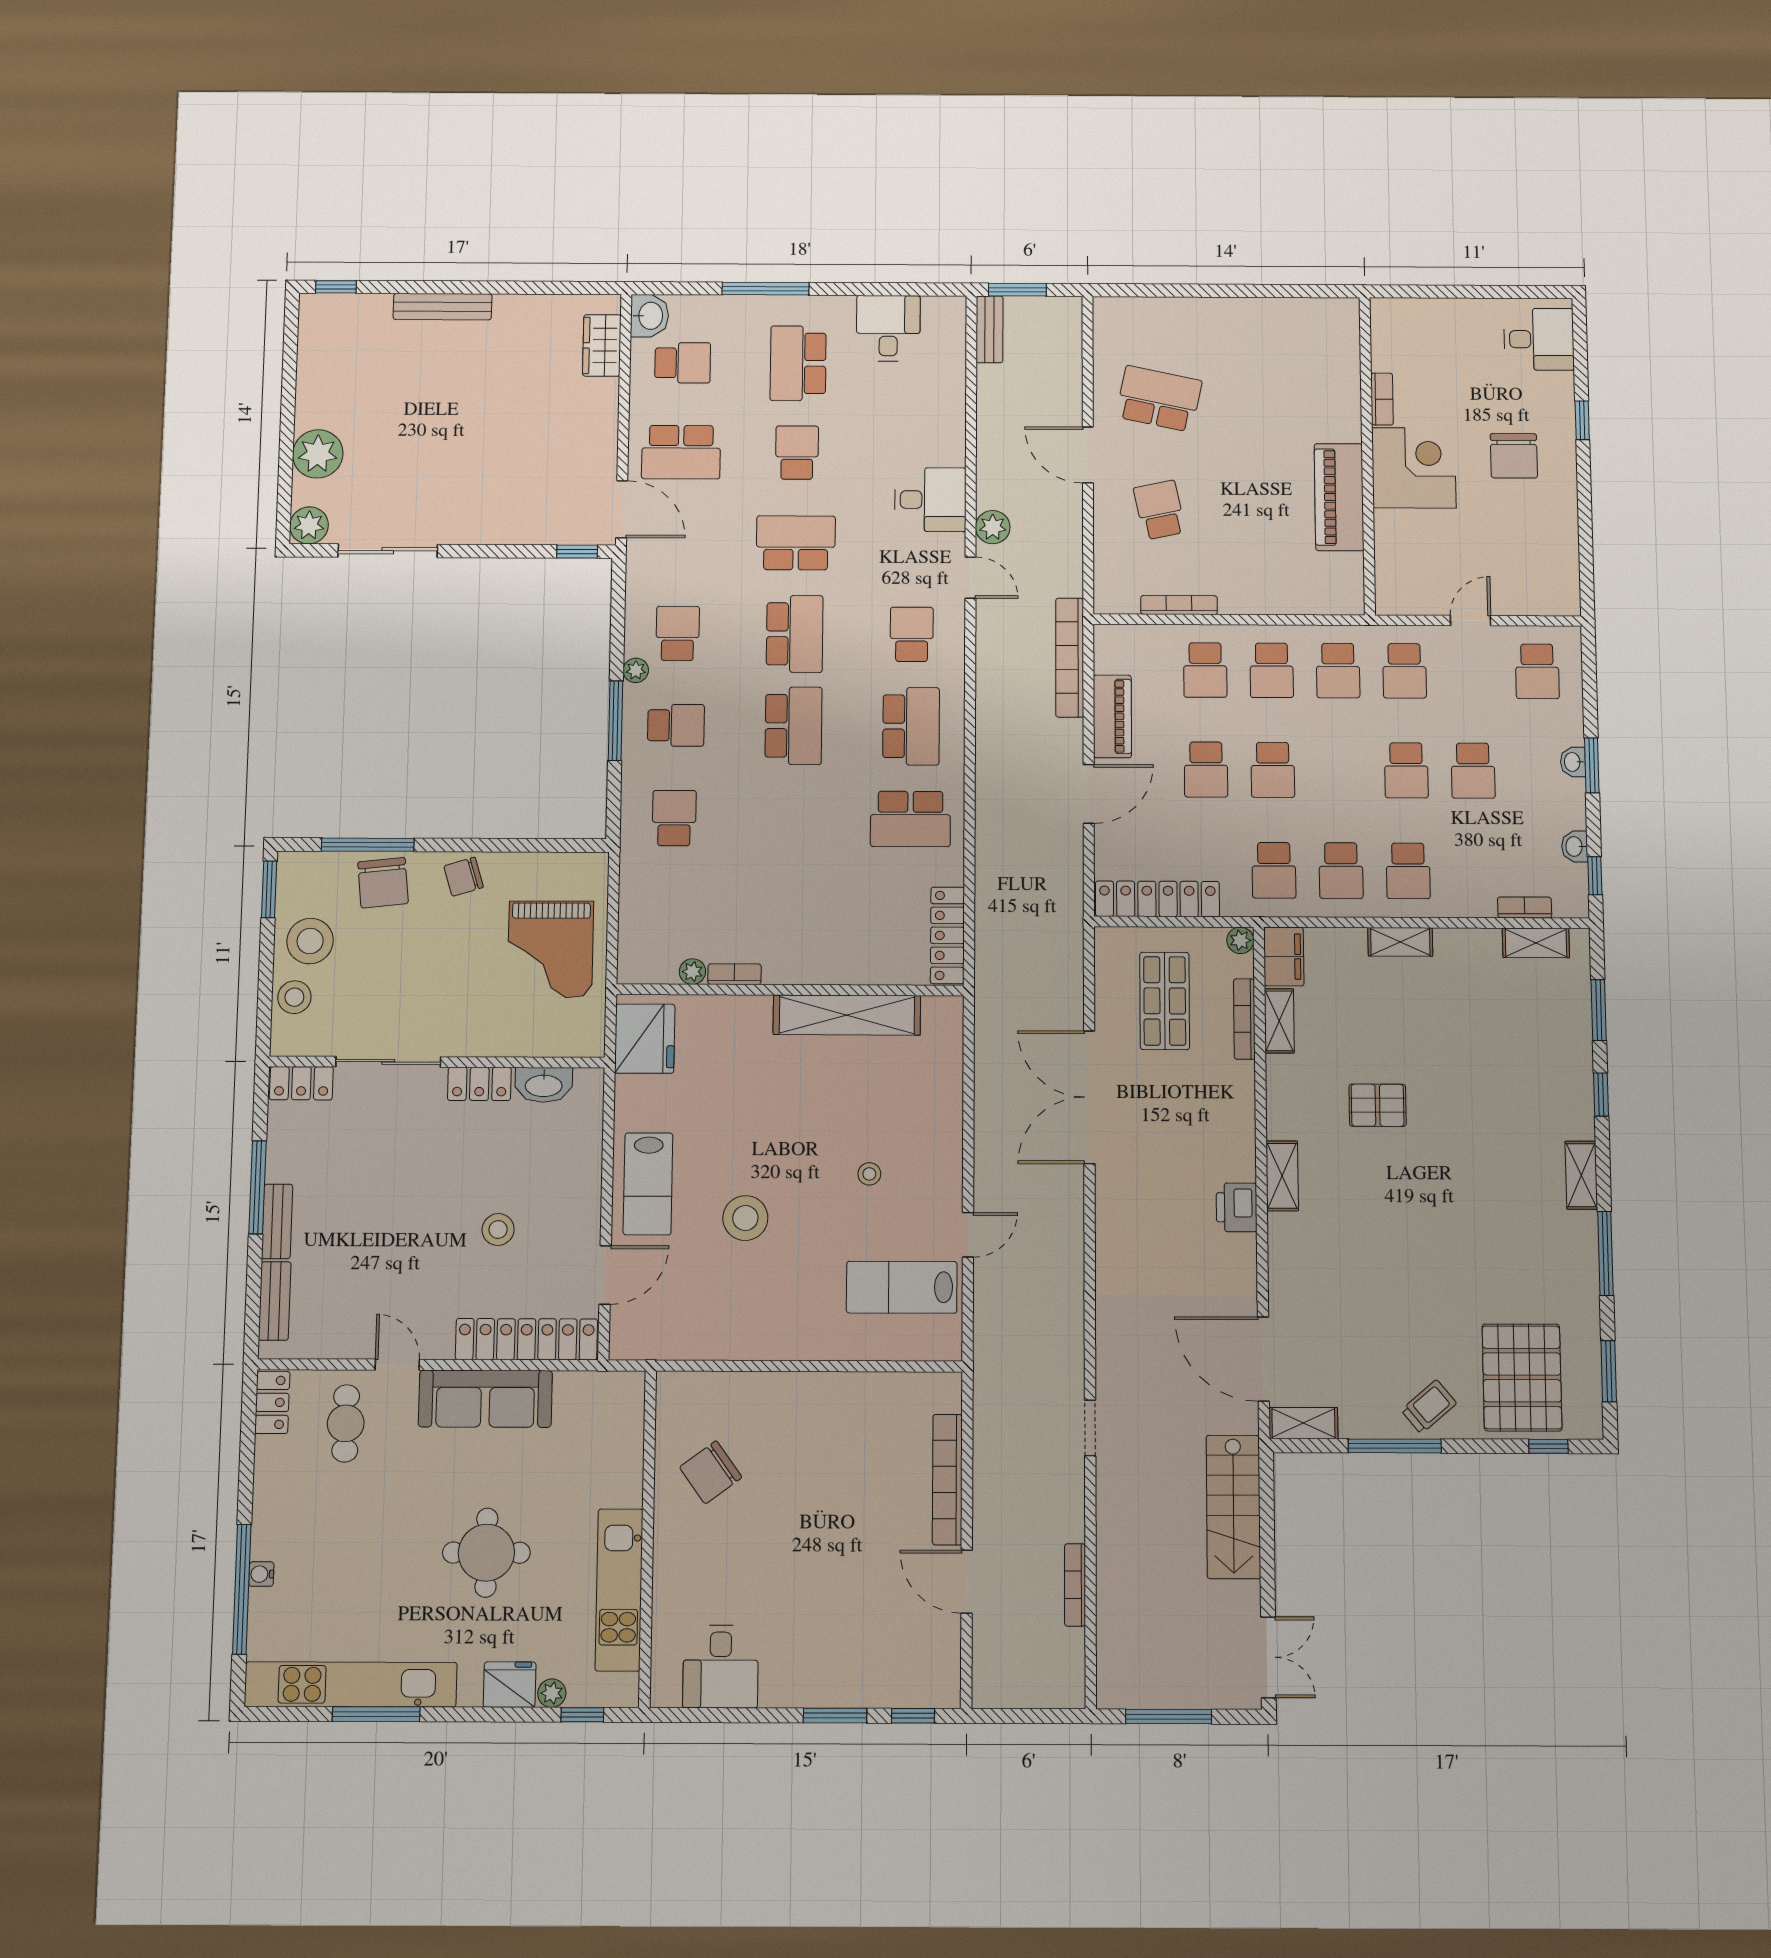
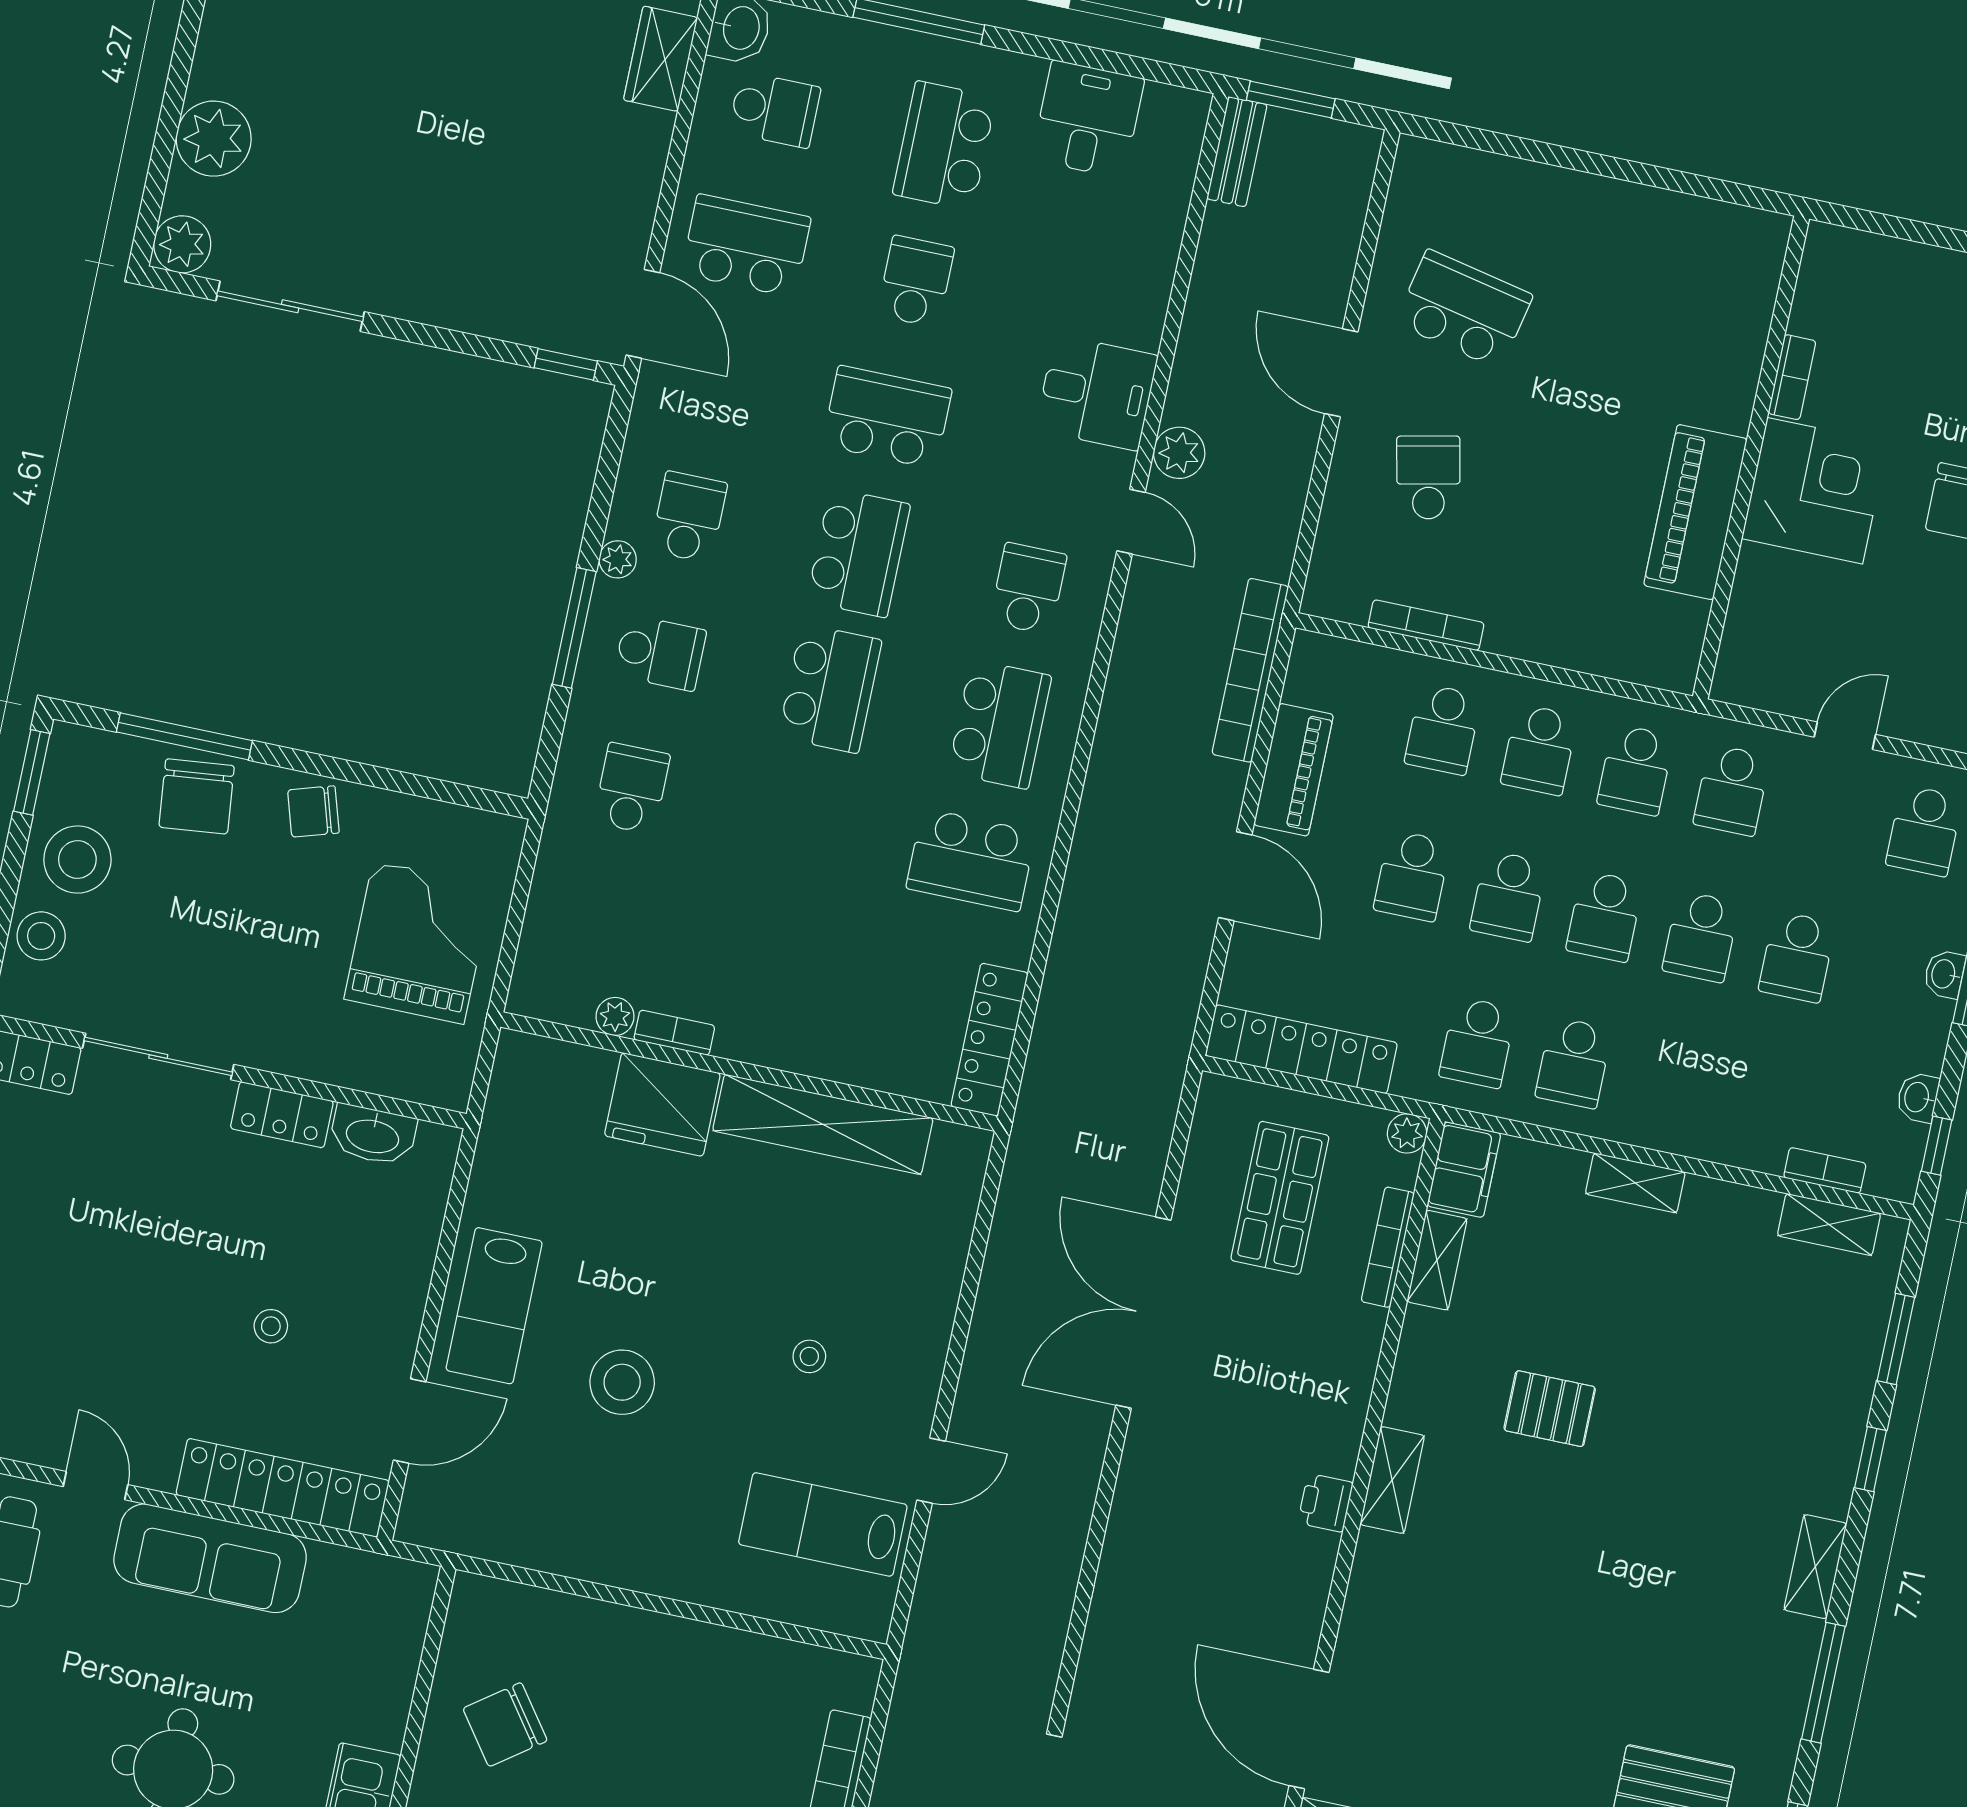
school desk: (681, 452) -> (746, 246), turned 180
door: (1089, 794) -> (1235, 876), hinge flipped
school desk: (1408, 871) -> (1605, 916), moved
grand piano: (550, 949) -> (418, 942), turned 180
fridge: (645, 1039) -> (662, 1104), moved, turned 90
printer: (1237, 1207) -> (1325, 1503), width x0.73, depth x0.81
stool: (498, 1229) -> (271, 1326), width x0.73, depth x0.73

